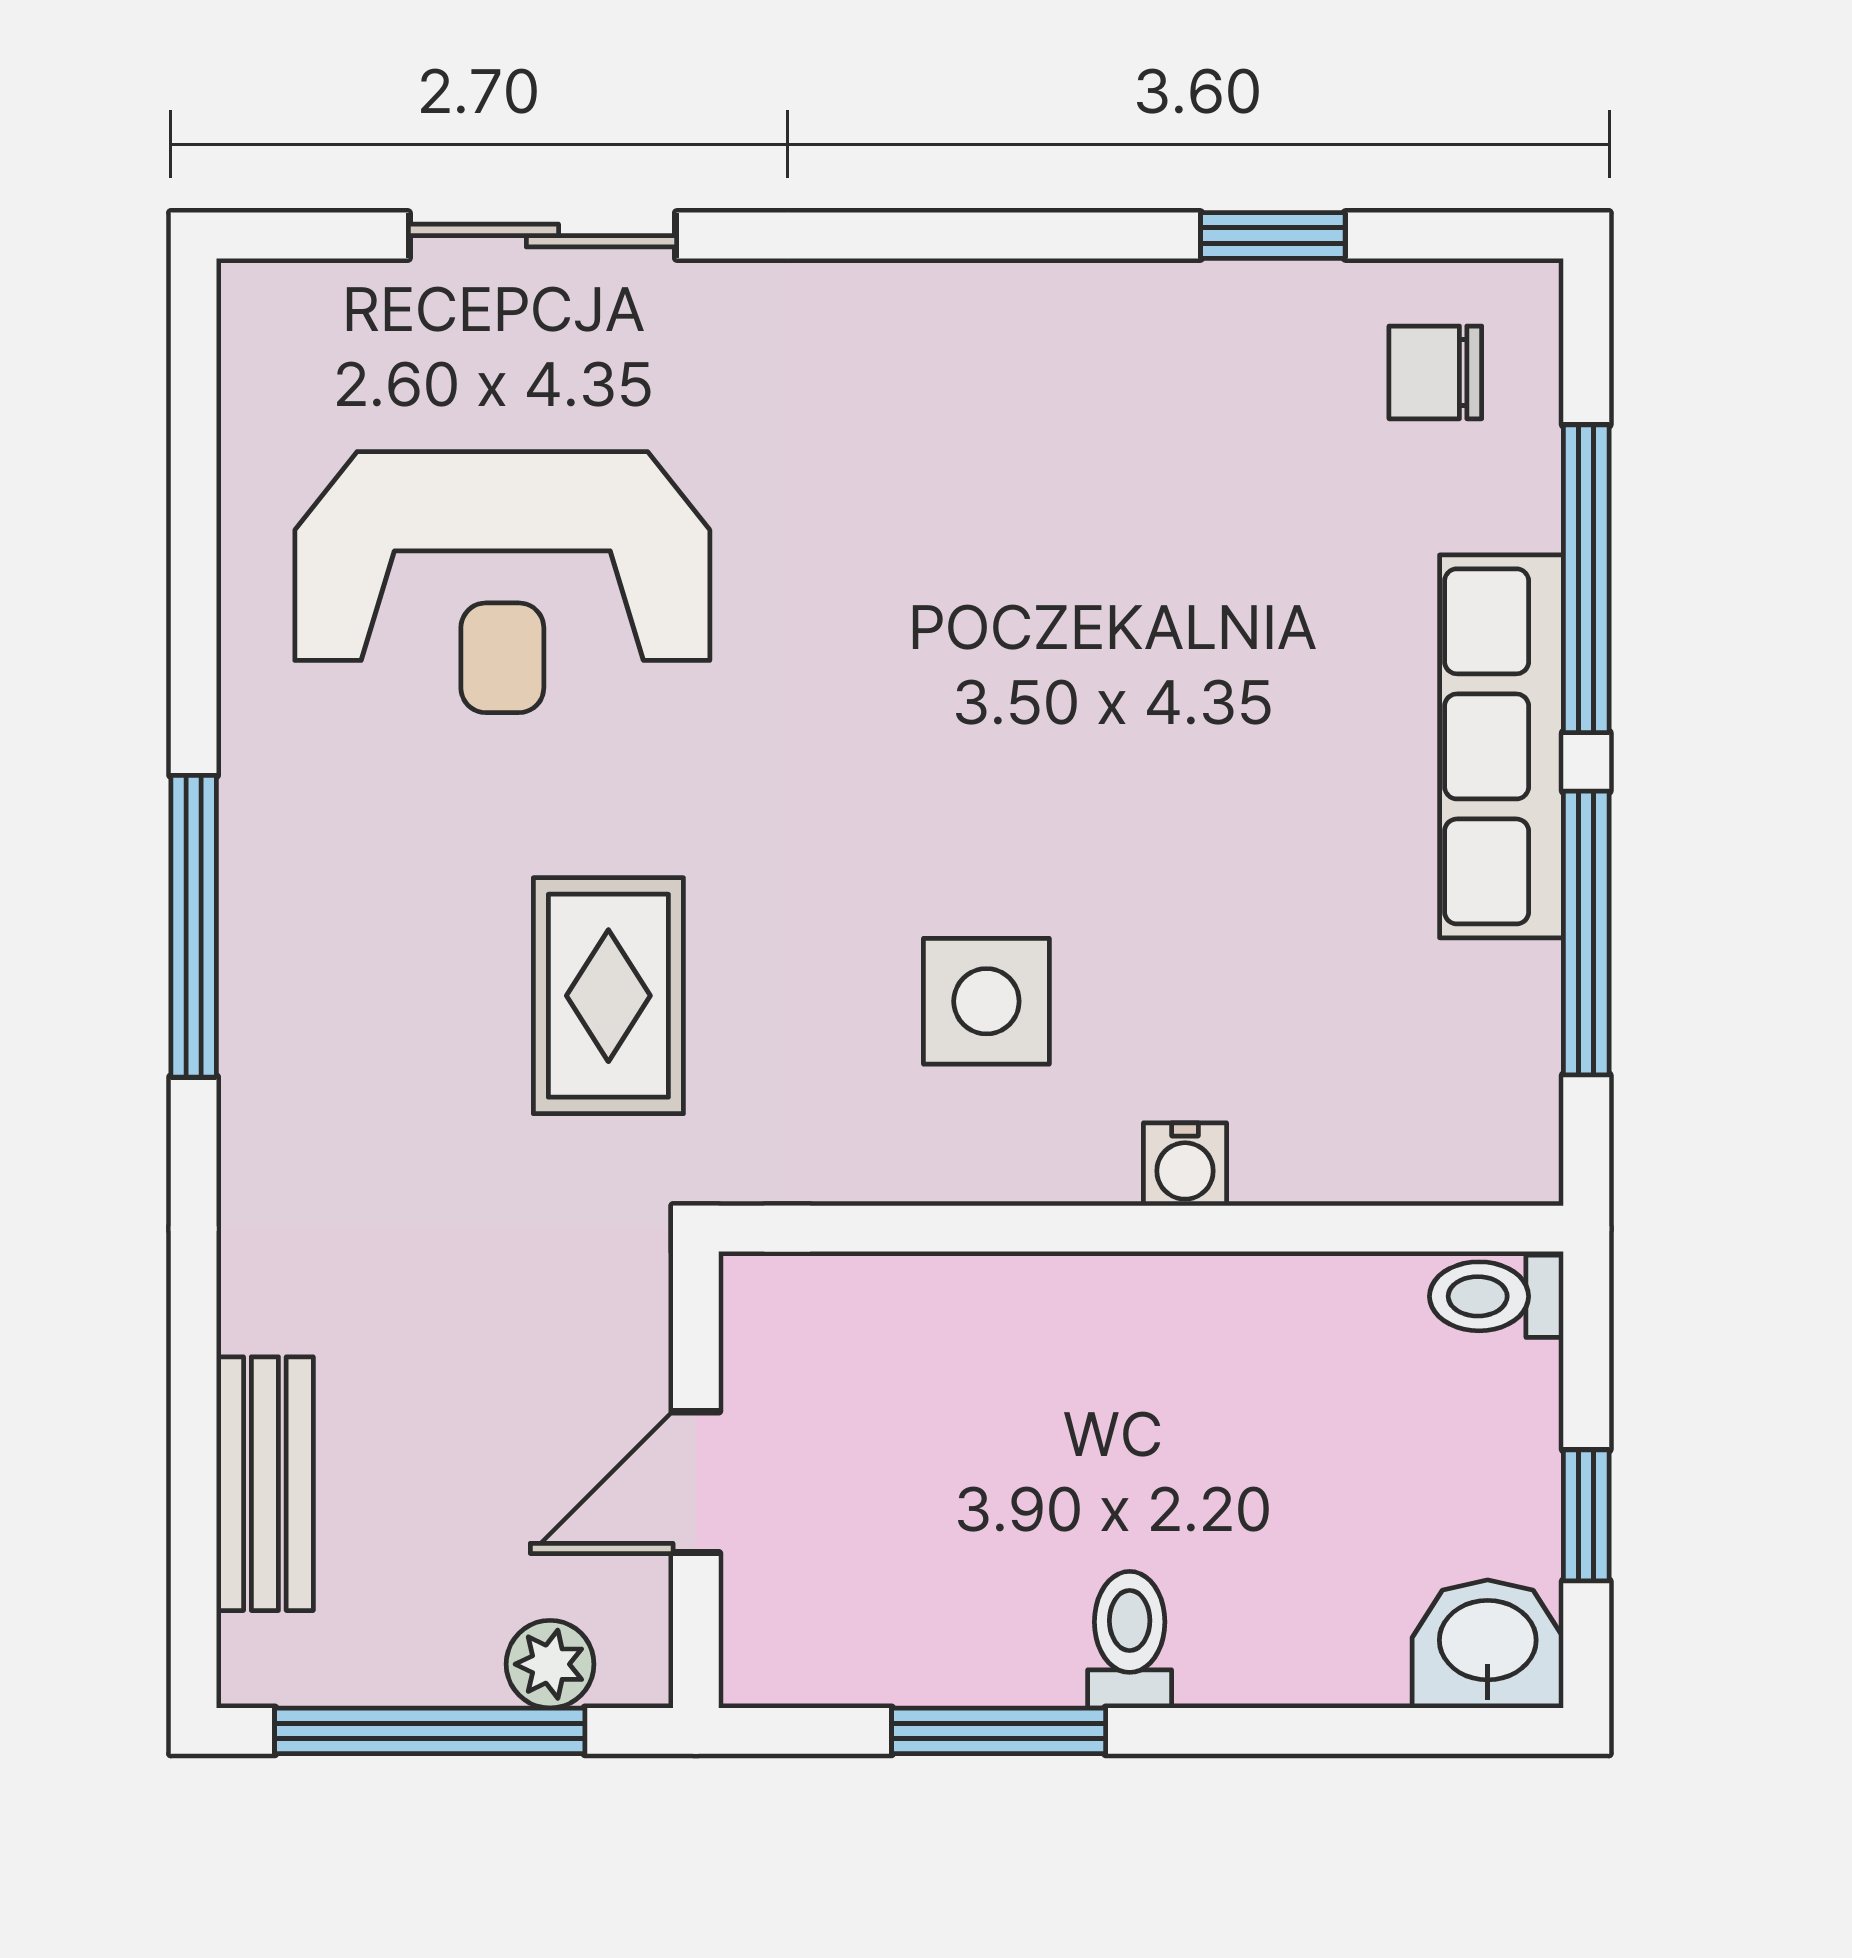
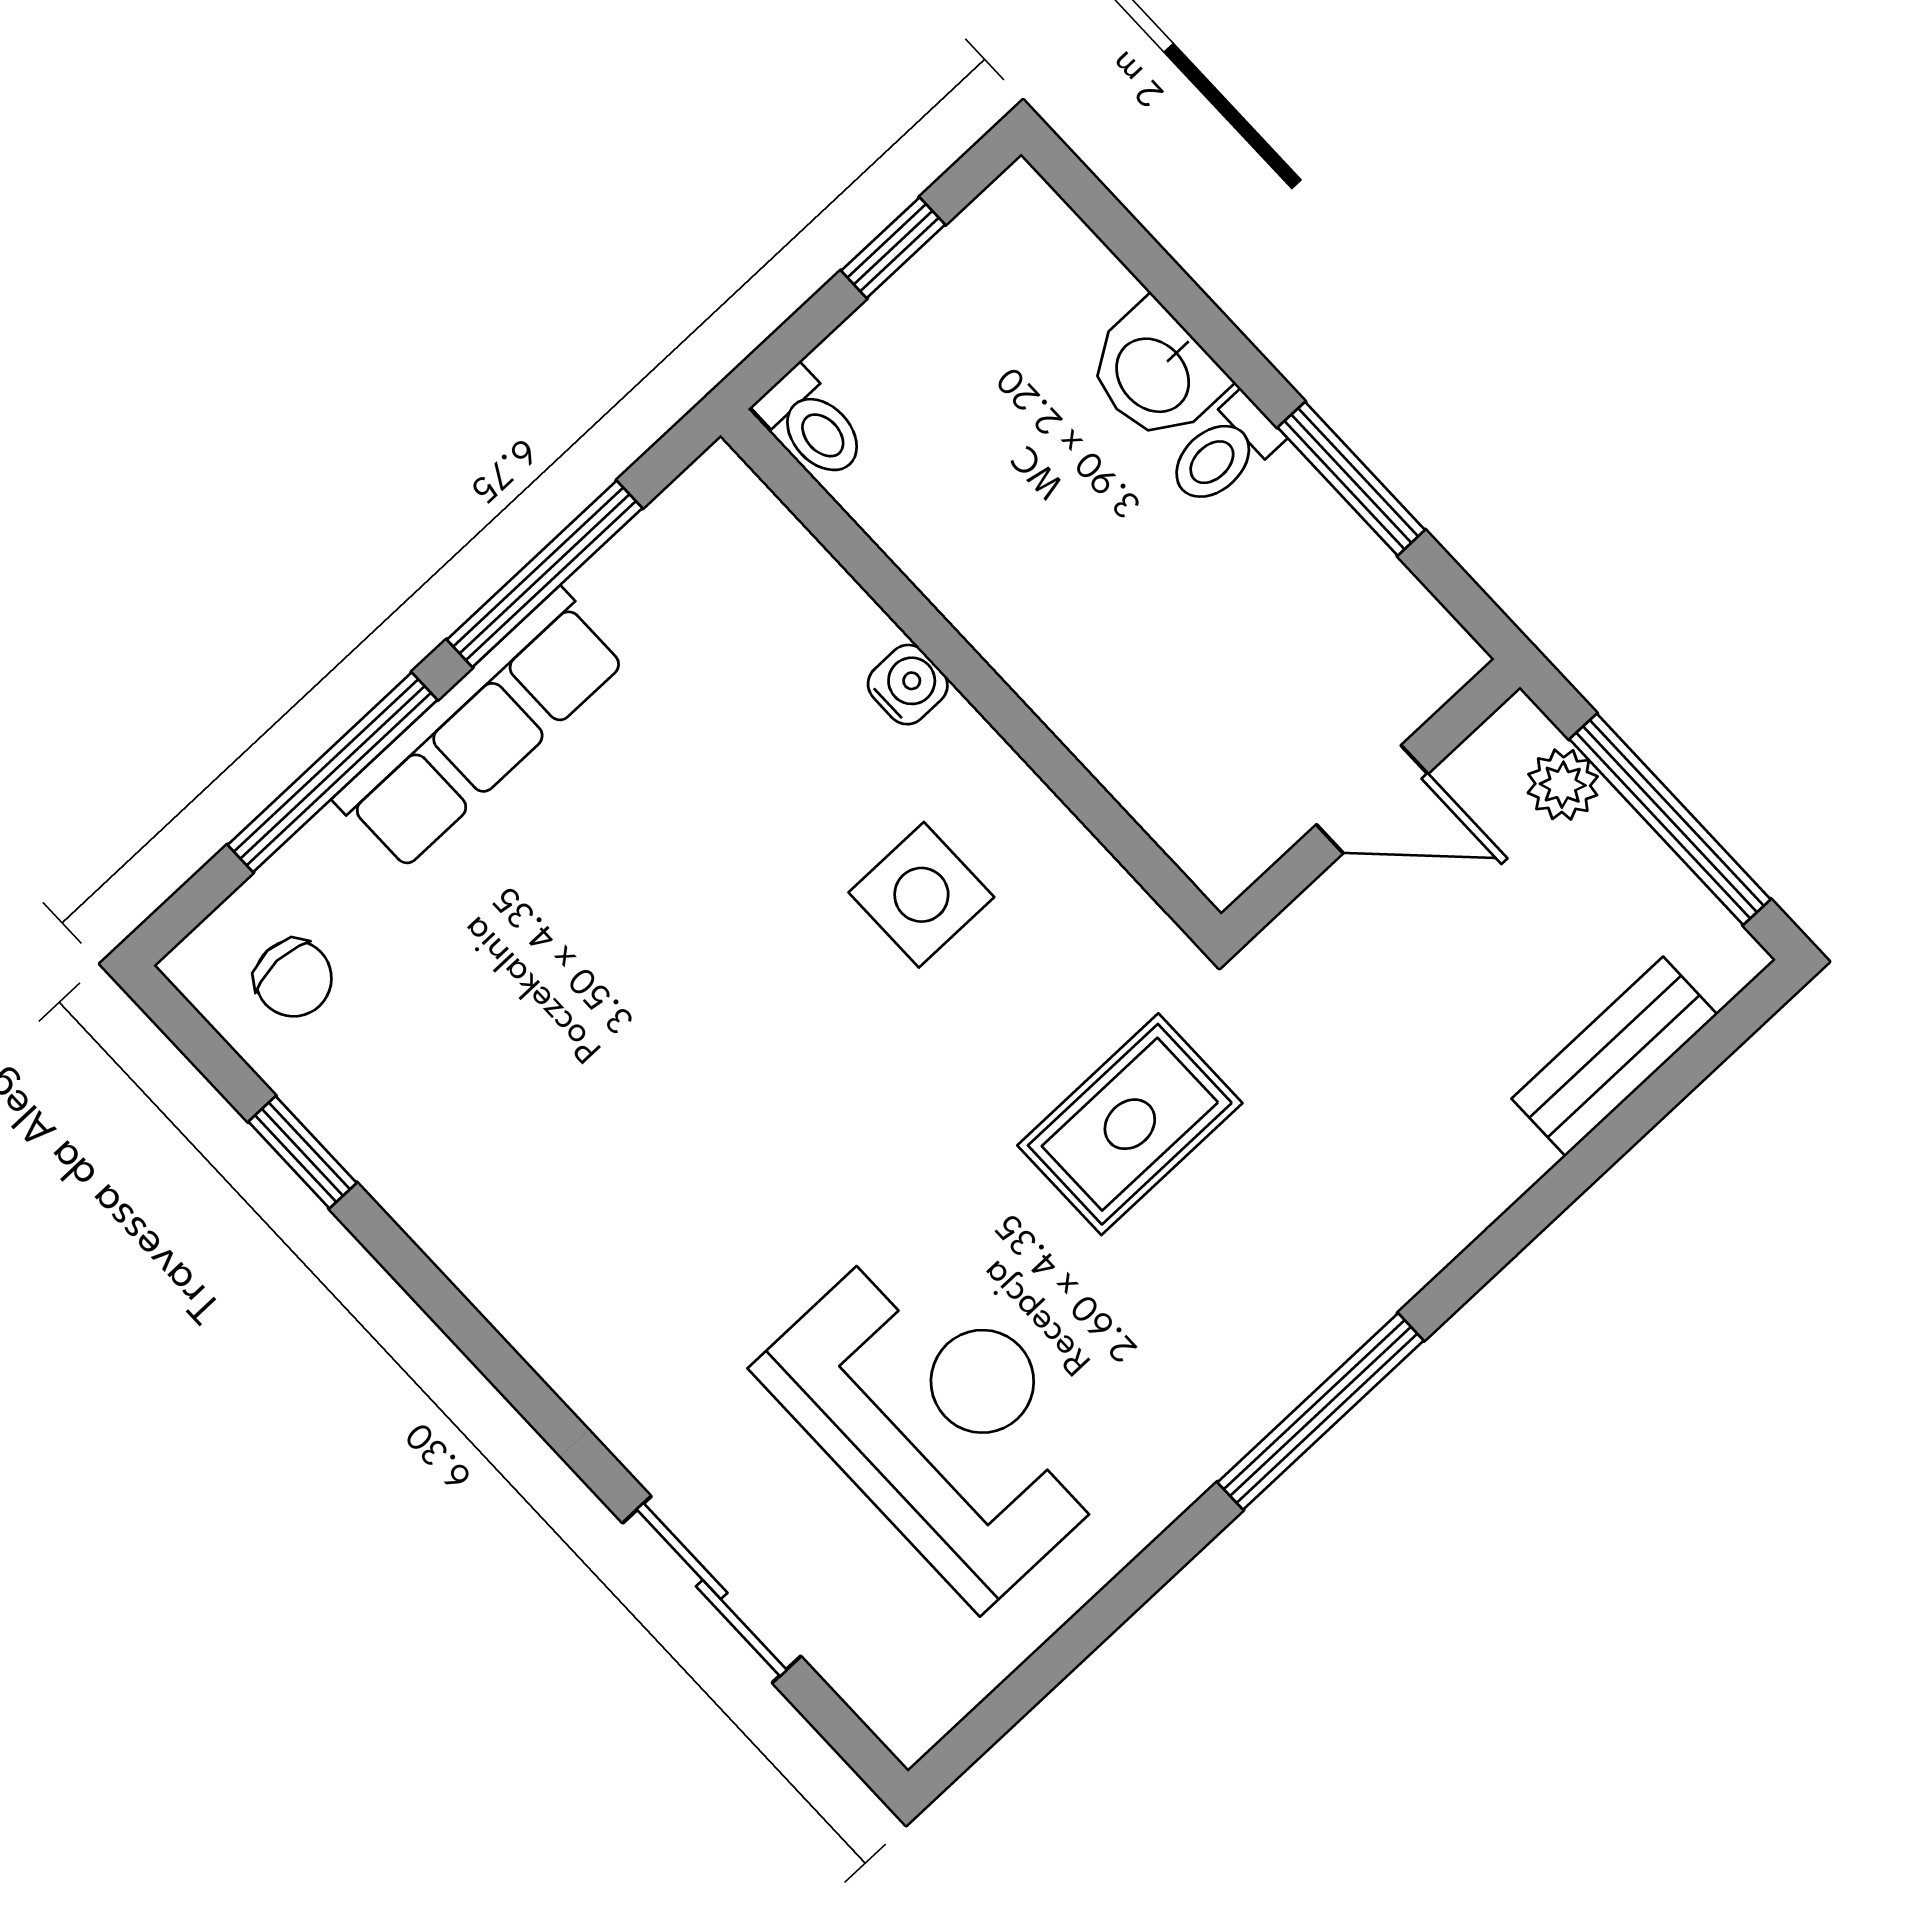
washbasin: (1488, 1644) -> (1155, 373), moved

